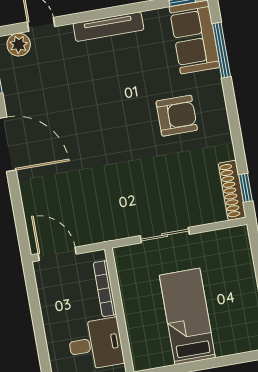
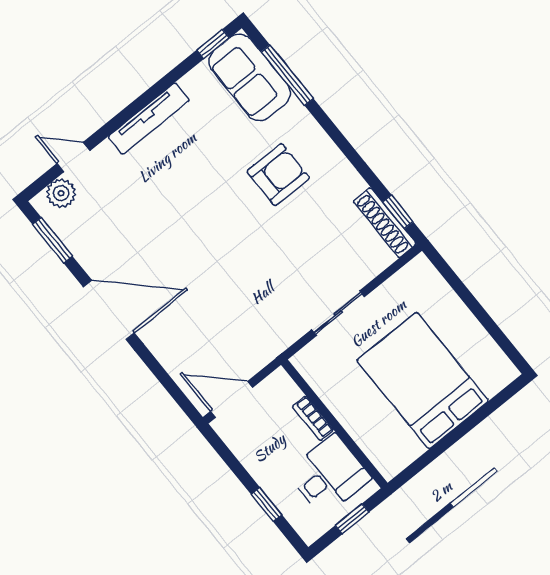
bookcase: (105, 289) -> (313, 418), width x0.64
bed: (187, 316) -> (423, 381), width x1.50
window: (41, 340) -> (266, 505), added

